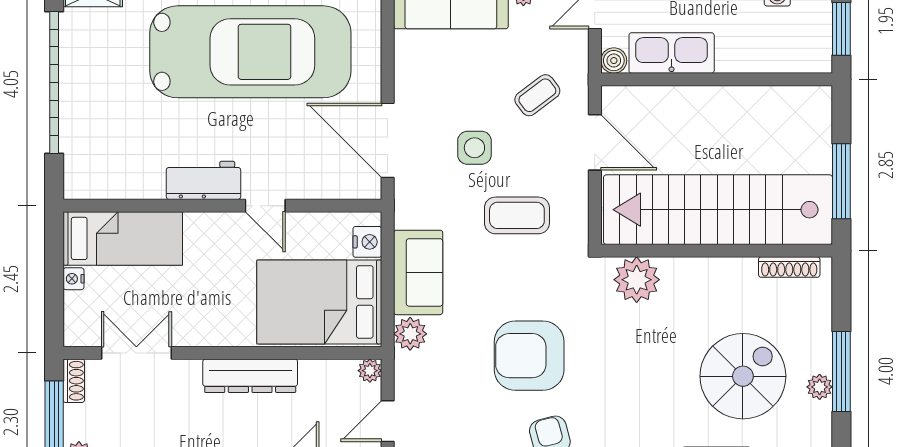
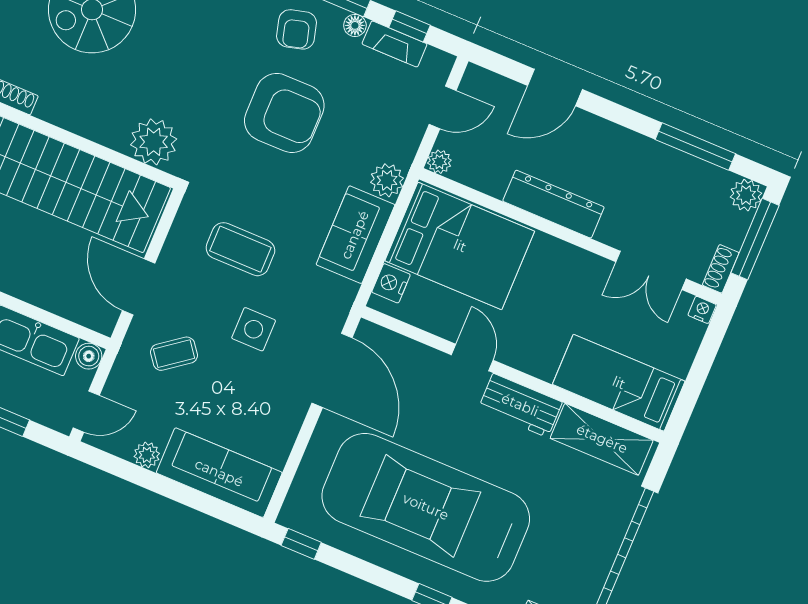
shelving: (117, 181) -> (602, 439), added
nightstand: (74, 279) -> (702, 310), moved, turned -90

